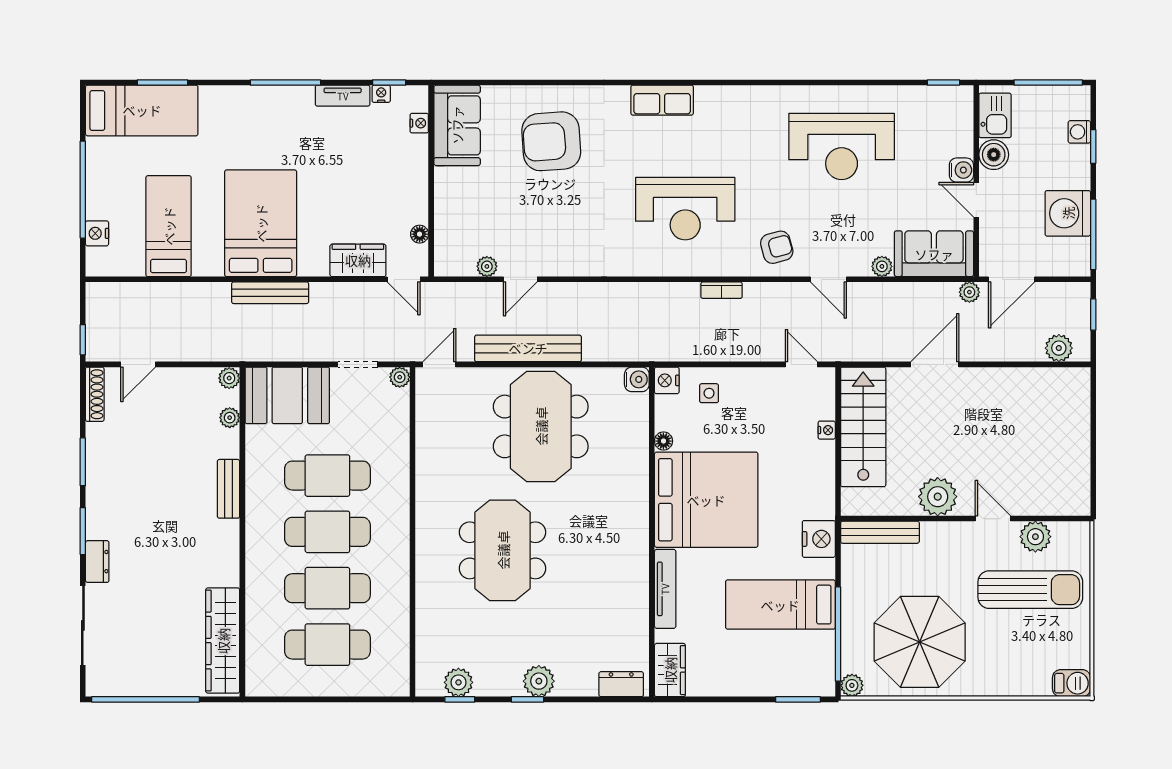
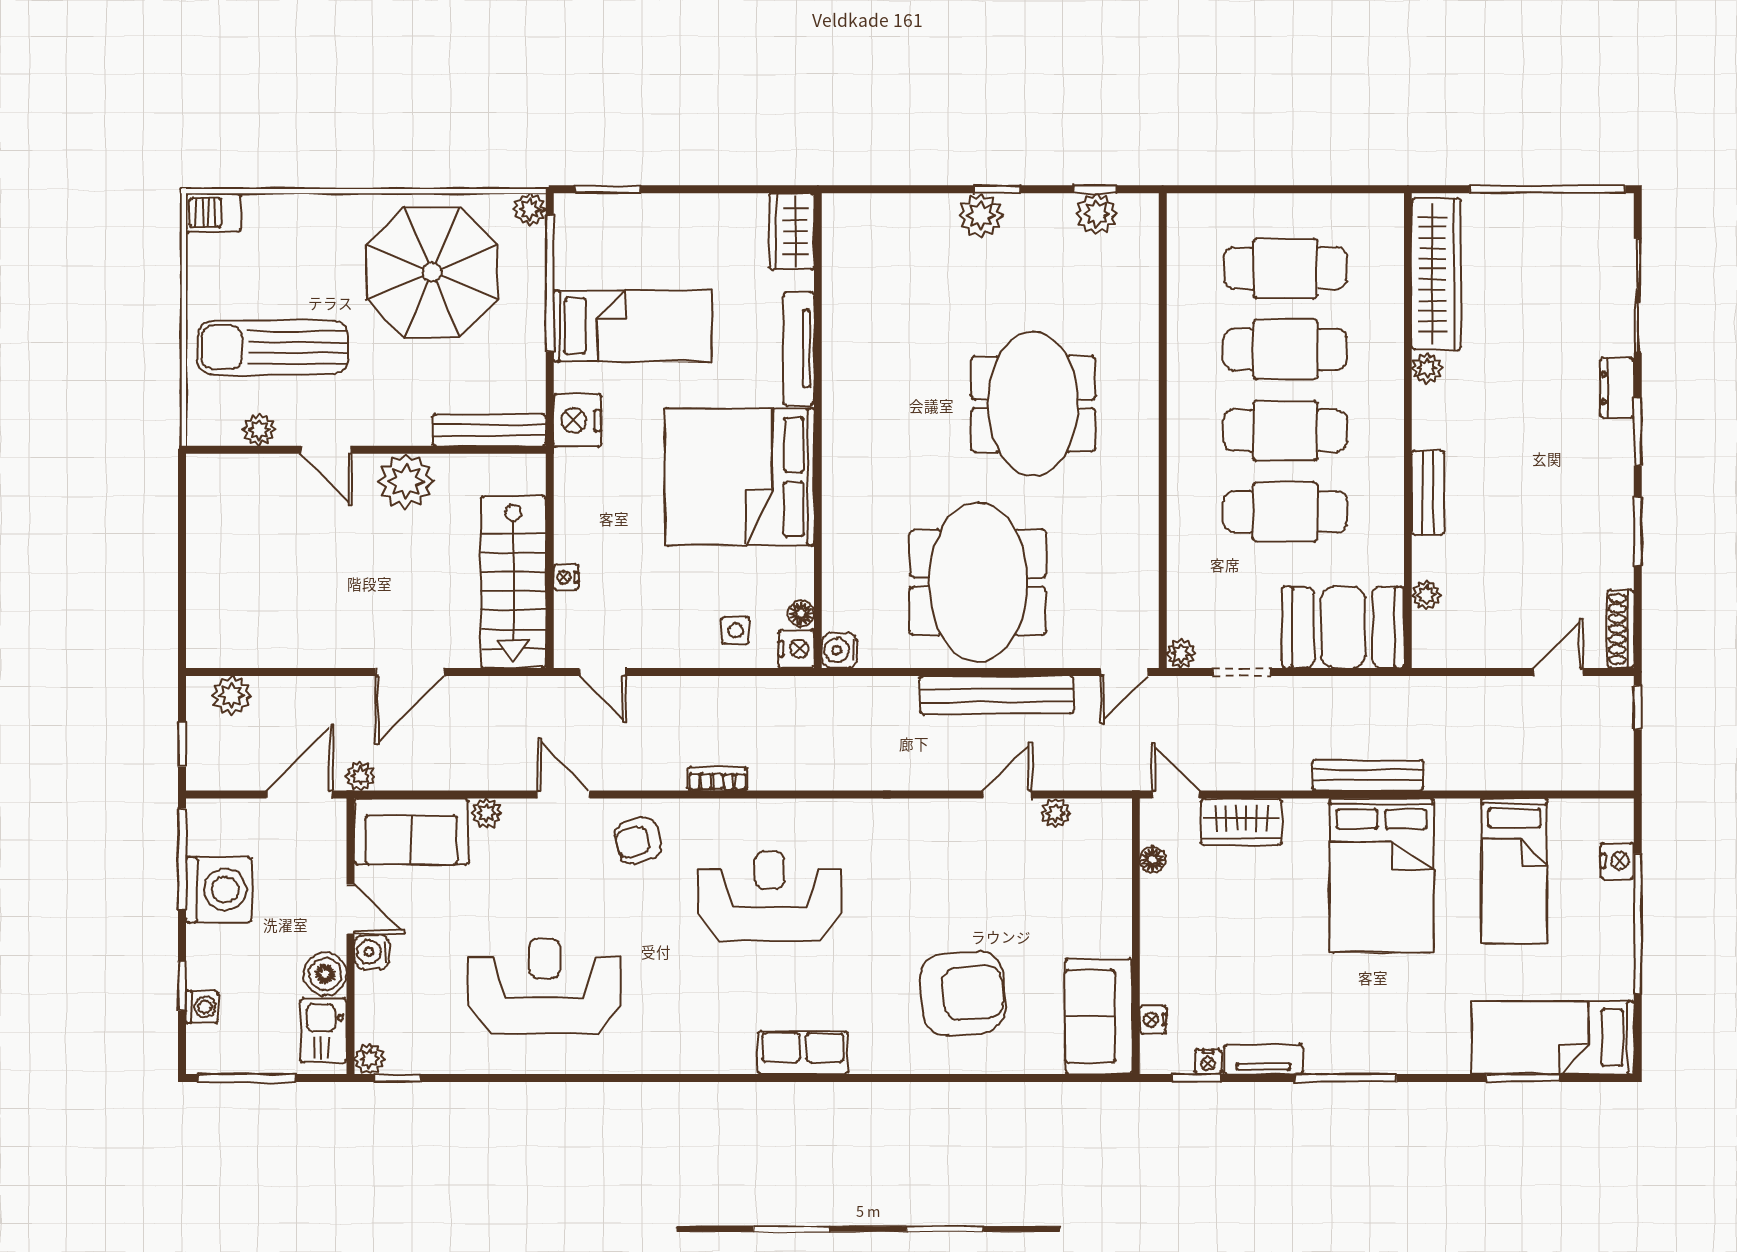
plant: (963, 96) -> (370, 1059), added
plant: (229, 378) -> (1427, 368), moved
floor lamp: (663, 441) -> (801, 614), moved
plant: (1035, 537) -> (259, 430), width x0.73, depth x0.73
dresser: (621, 684) -> (862, 211), removed

